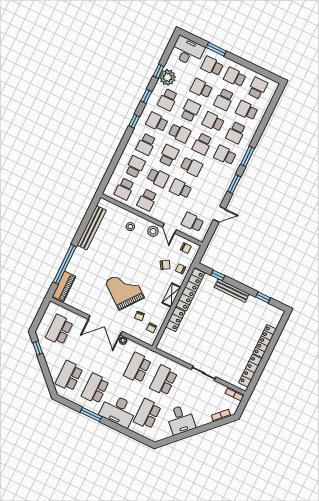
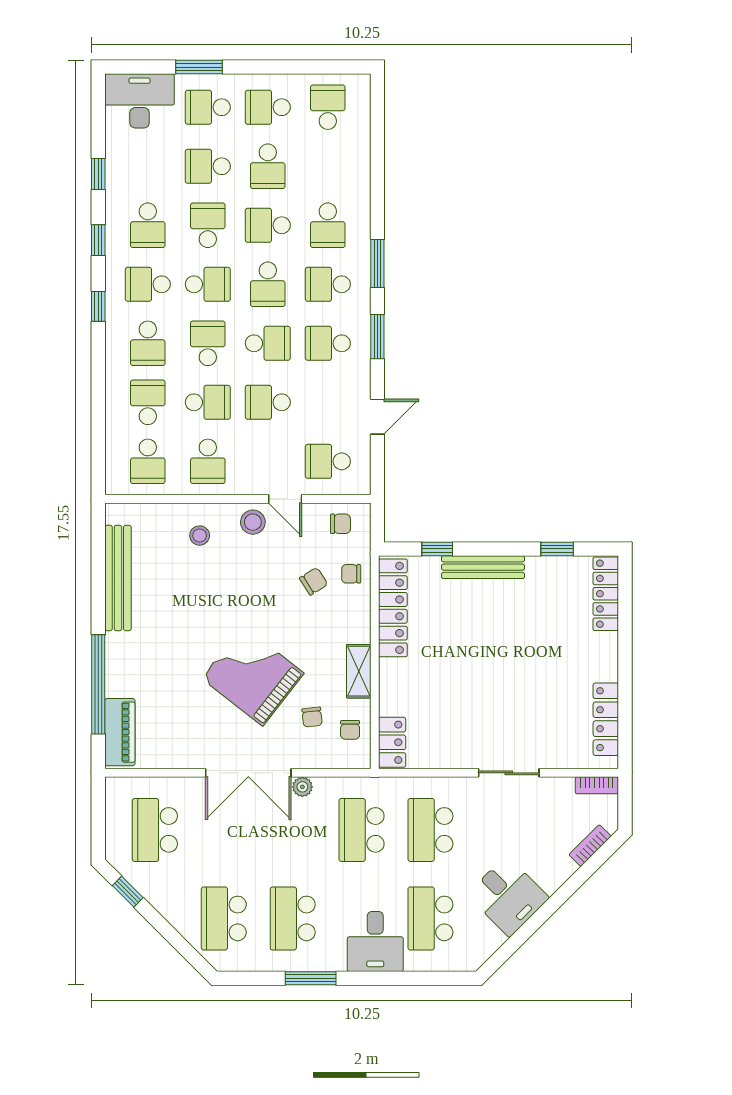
plant: (168, 77) -> (124, 178), removed
school desk: (247, 110) -> (328, 343), moved
shelving: (171, 295) -> (359, 671), moved
locker: (175, 319) -> (392, 742), moved
locker: (265, 341) -> (606, 594), moved
desk: (118, 411) -> (375, 941), width x0.73

